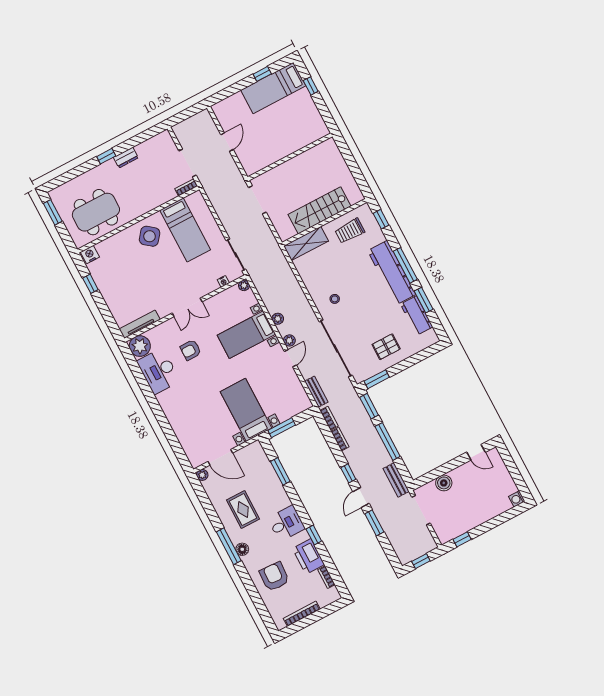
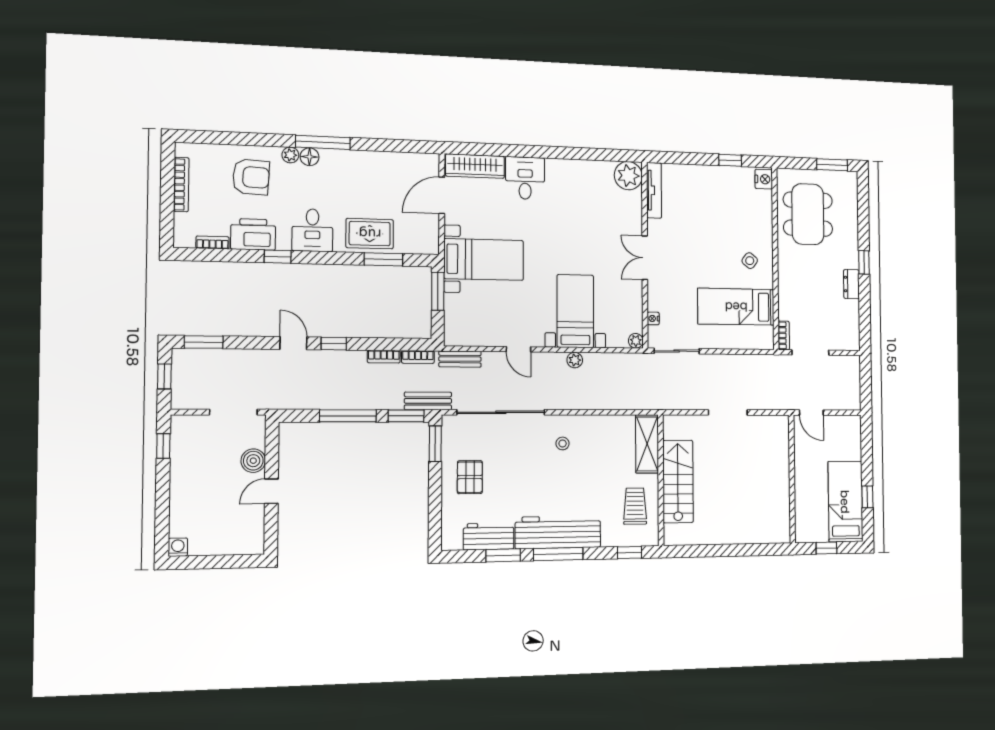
wall: (290, 157) -> (792, 479), moved
side table: (150, 236) -> (750, 261), width x0.54, depth x0.54
plant: (289, 340) -> (541, 360), removed
armchair: (191, 350) -> (592, 233), removed
desk: (158, 371) -> (525, 178), moved, width x0.73
wardrobe: (190, 447) -> (475, 166), added
door: (476, 452) -> (271, 491), moved
plant: (202, 475) -> (290, 155), moved
bench: (396, 480) -> (428, 401), moved
rug: (243, 510) -> (370, 234), moved
window: (374, 523) -> (204, 342), moved

